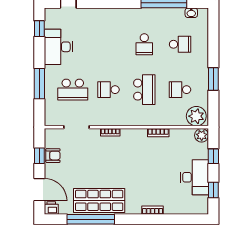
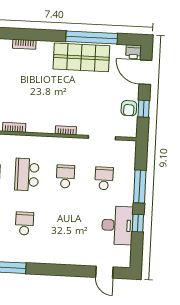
window: (39, 29) -> (138, 223), moved
school desk: (73, 90) -> (104, 178), width x0.54
school desk: (109, 90) -> (65, 176), turned -90
armchair: (53, 156) -> (129, 108), turned -88

